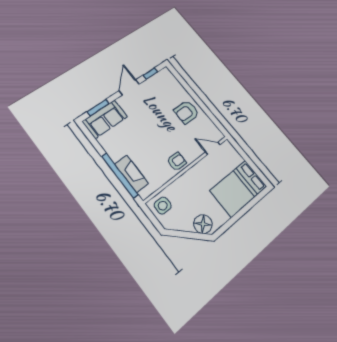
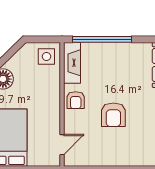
armchair: (187, 112) -> (113, 115), moved, turned 180
fireplace: (132, 174) -> (72, 63), moved, turned -90

